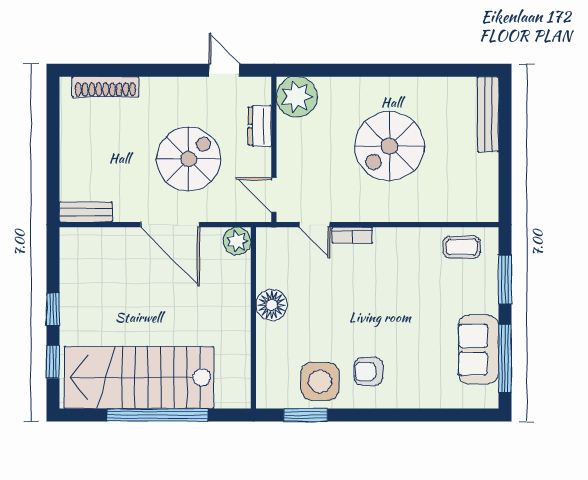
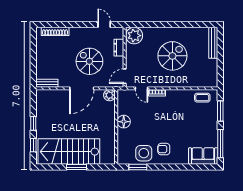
spiral stairs: (389, 146) -> (172, 56), turned 180
spiral stairs: (189, 159) -> (89, 61), turned -90
door: (274, 195) -> (125, 76), hinge flipped
door: (170, 225) -> (82, 88), hinge flipped
sofa: (478, 350) -> (203, 156), moved, turned 90
window: (158, 415) -> (77, 167), width x0.47

